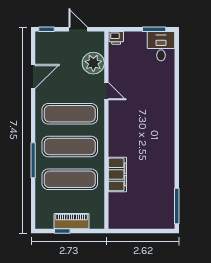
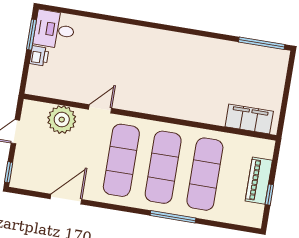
printer: (116, 38) -> (39, 56), moved
door: (33, 76) -> (66, 199), hinge flipped
filing cabinet: (117, 174) -> (249, 119), moved

